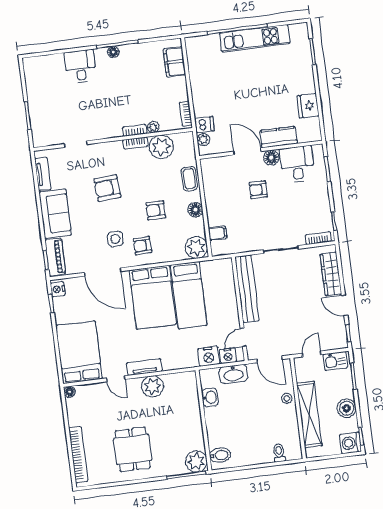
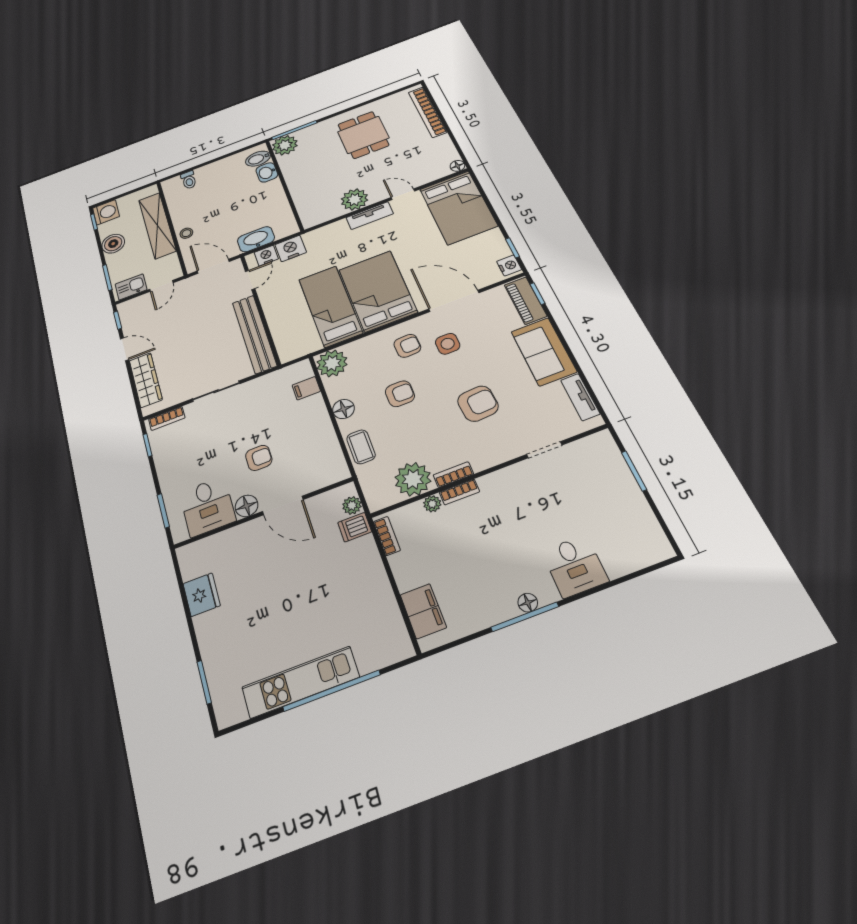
kitchen counter: (279, 137) -> (240, 538), removed
washbasin: (210, 397) -> (267, 172), moved

